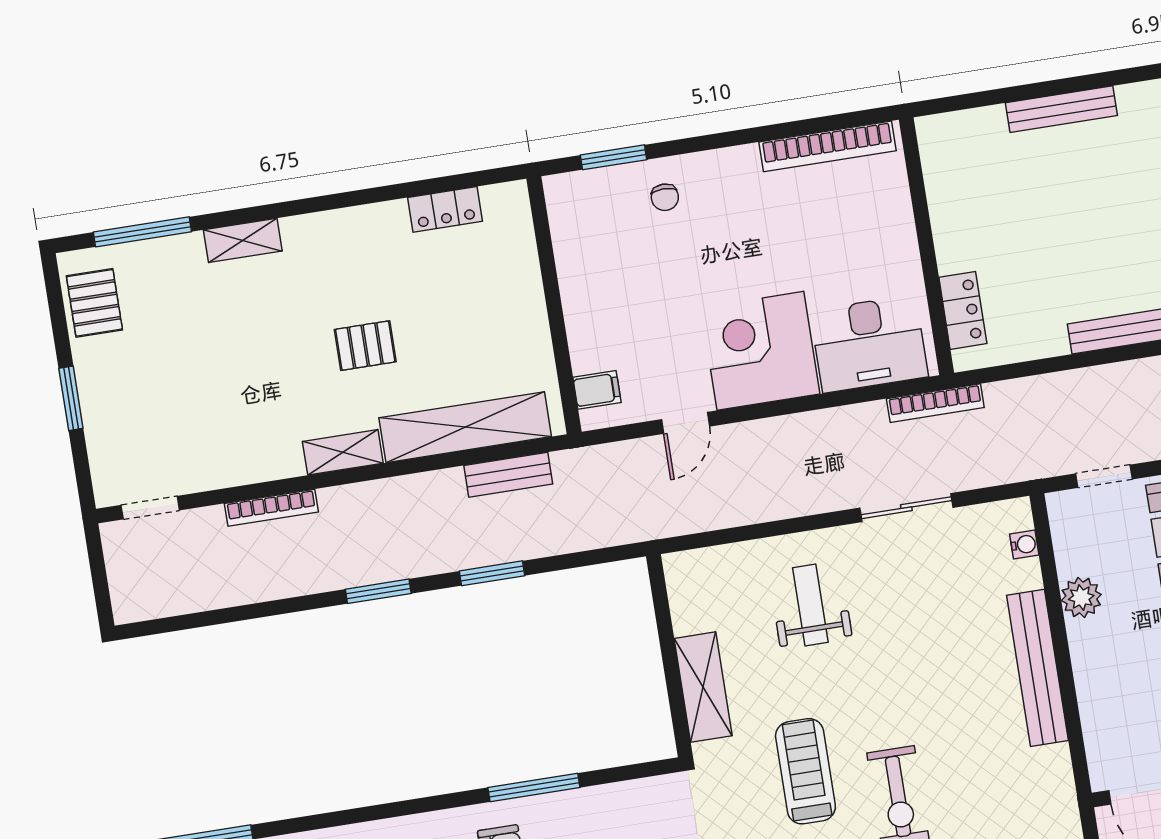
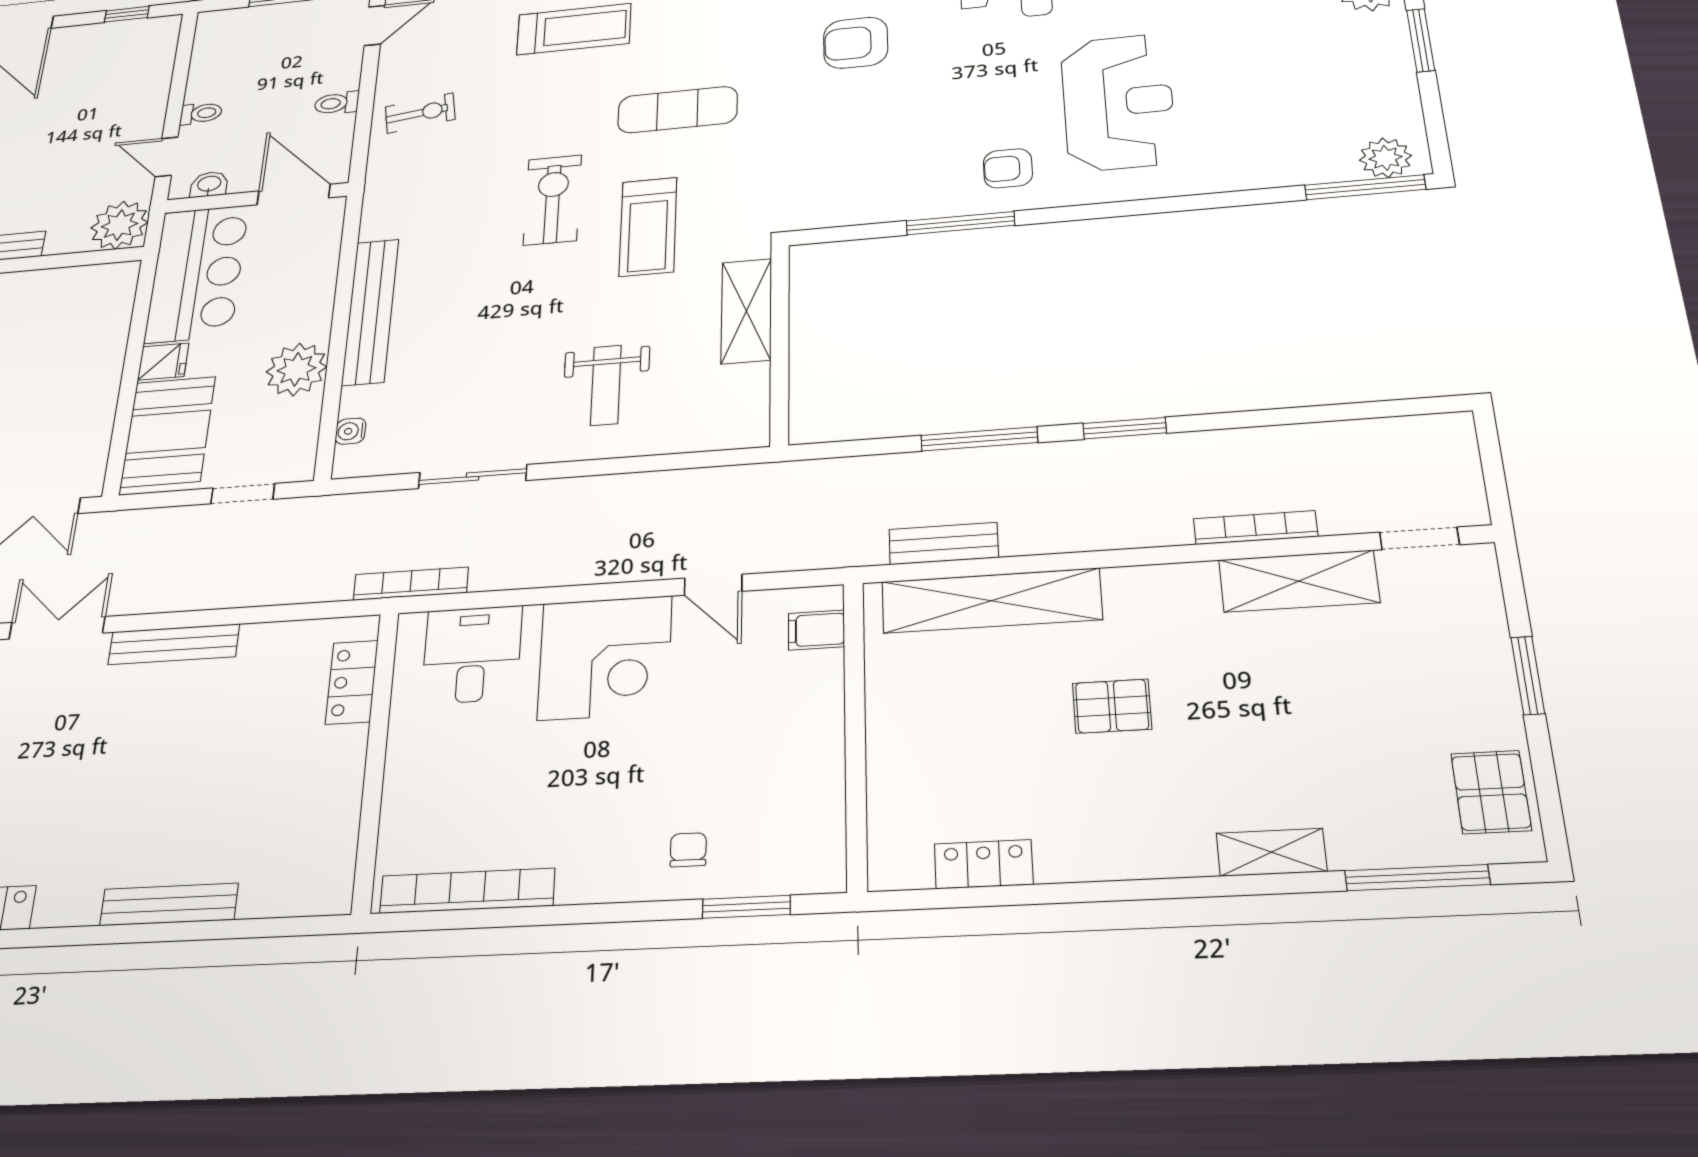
desk: (869, 344) -> (472, 655), width x0.73
door: (685, 423) -> (713, 585), swing flipped
shelving: (343, 452) -> (1299, 581), moved, width x1.50, depth x1.33
window: (492, 573) -> (979, 439), width x1.44
plant: (1081, 598) -> (296, 369), width x1.36, depth x1.36

